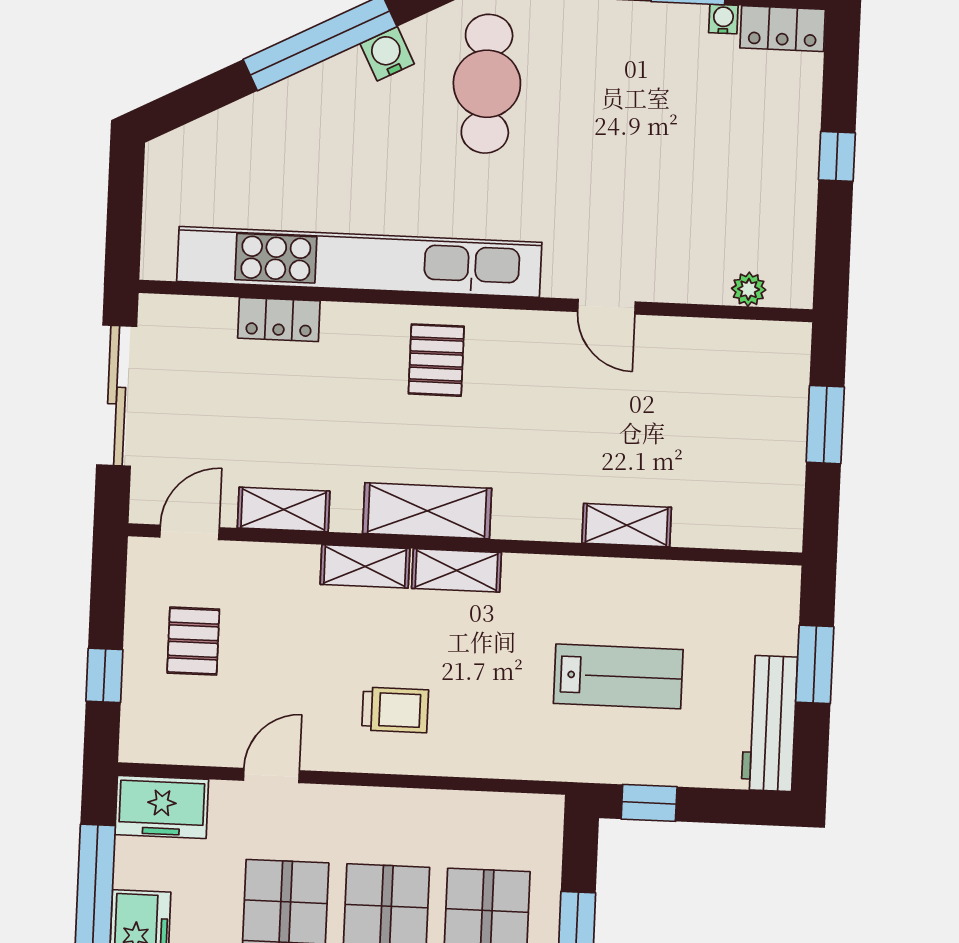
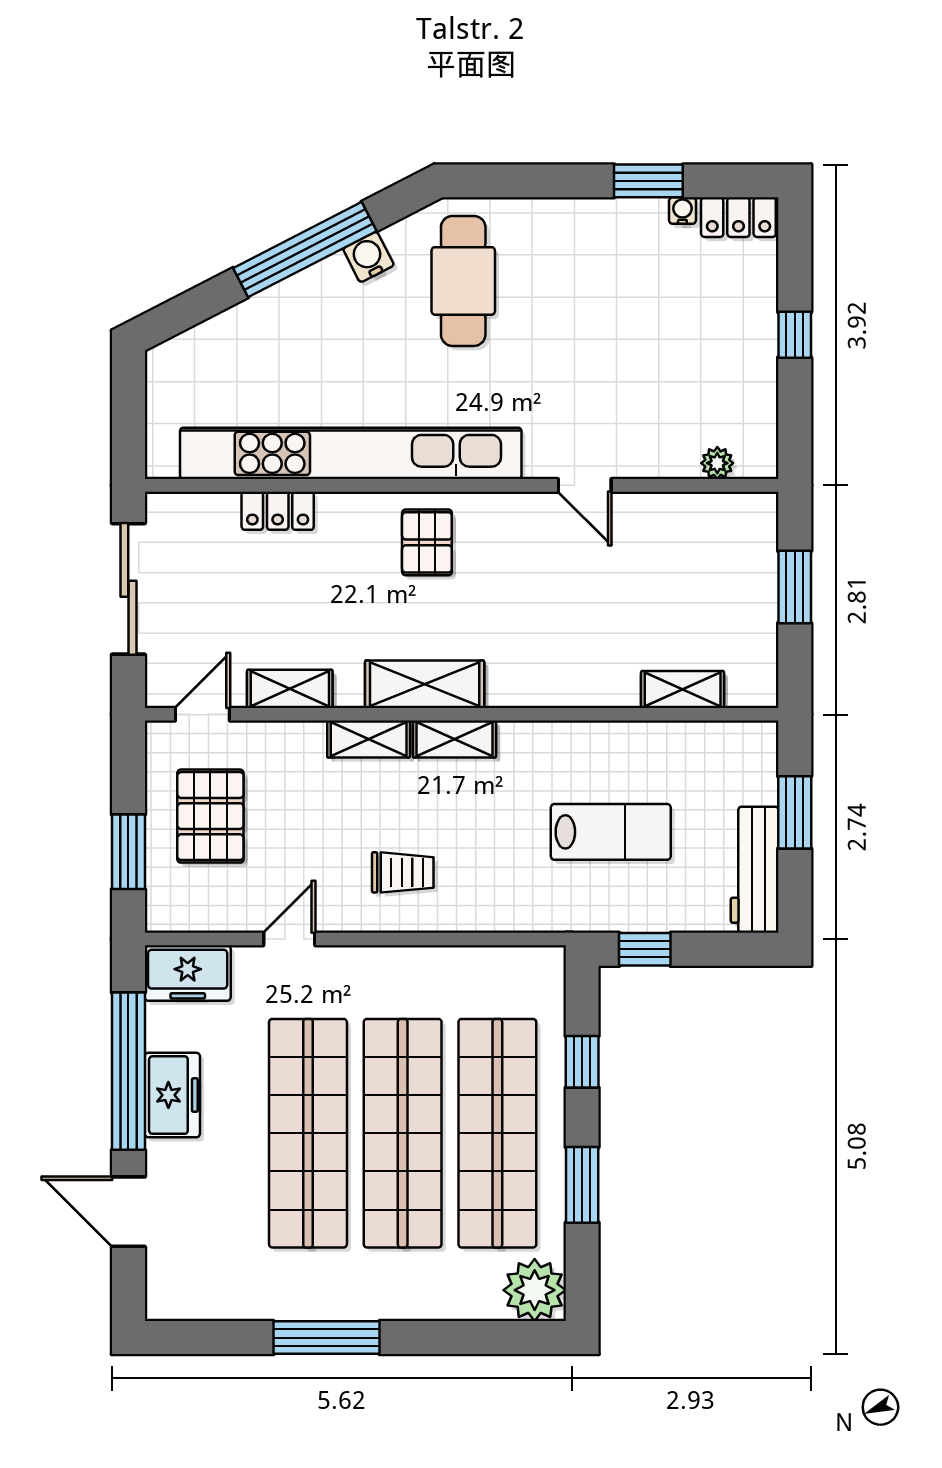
shelving: (627, 525) -> (683, 690), moved
pallet: (193, 641) -> (210, 816), width x1.50, depth x1.42
window: (104, 675) -> (128, 852), width x1.50

